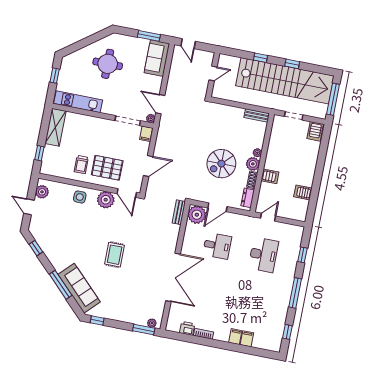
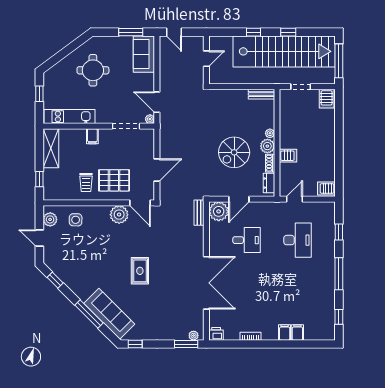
filing cabinet: (146, 134) -> (92, 136), moved
server rack: (303, 192) -> (326, 188), moved
side table: (80, 197) -> (76, 220), moved
printer: (187, 328) -> (216, 334), moved

